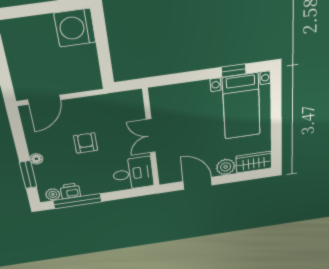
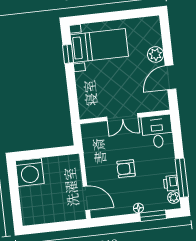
wardrobe: (254, 162) -> (152, 31), removed

